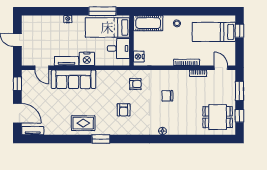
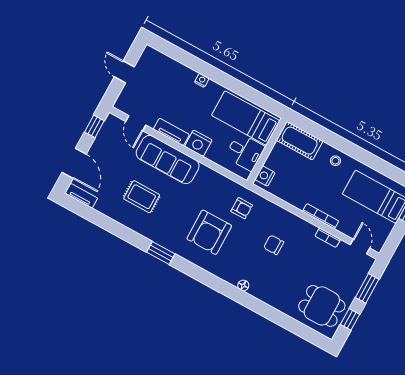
window: (102, 11) -> (251, 94), removed
armchair: (124, 110) -> (209, 232), width x1.88, depth x1.88
rug: (83, 123) -> (142, 197), moved

